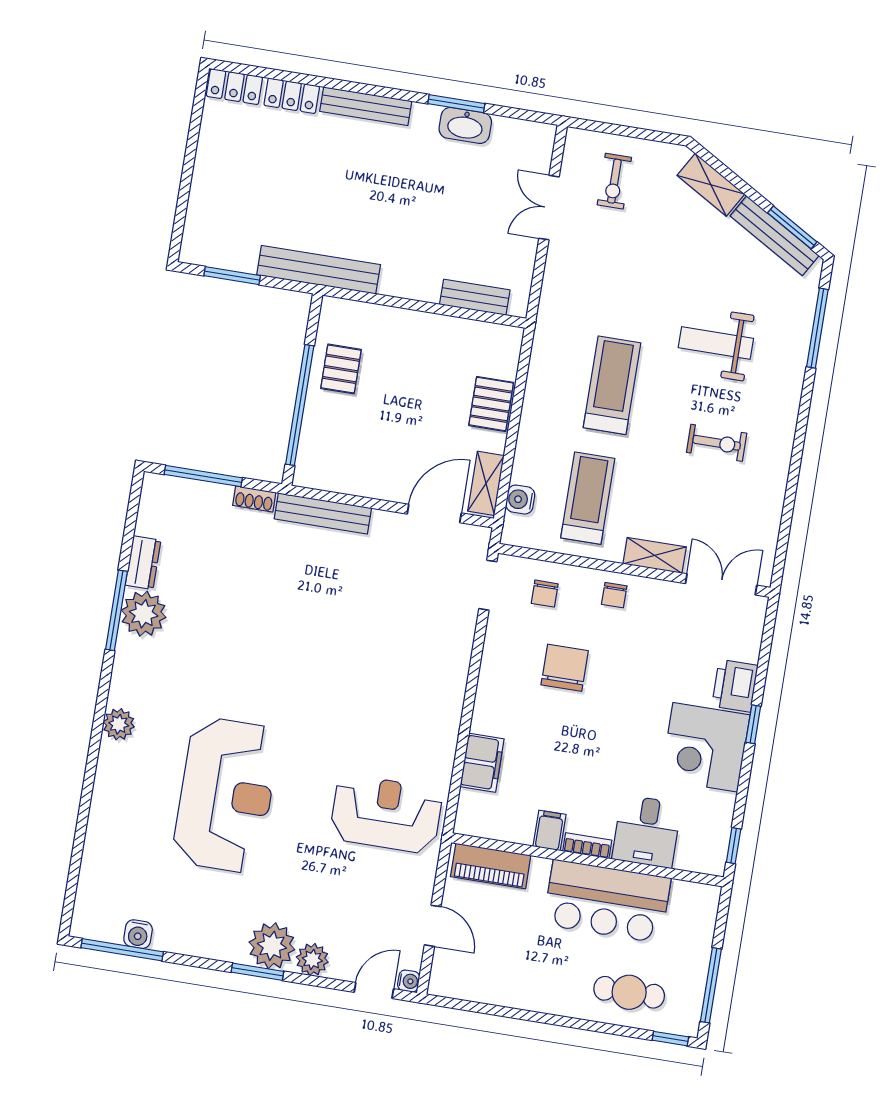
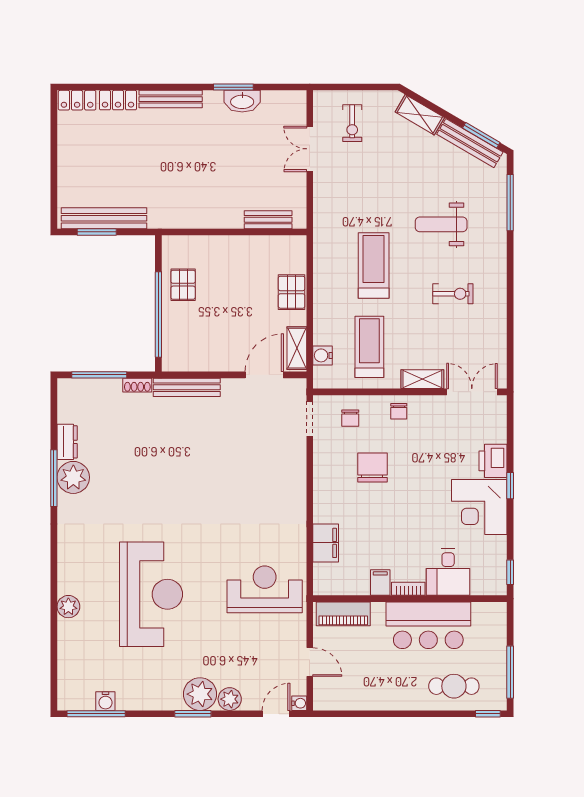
bench: (319, 270) -> (104, 218), moved
plant: (119, 724) -> (68, 607), moved

